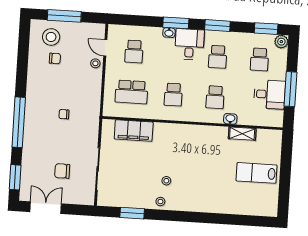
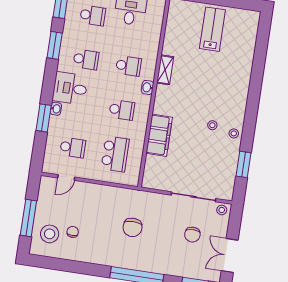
window: (176, 23) -> (44, 118), moved
window: (217, 25) -> (55, 45), moved
stool: (95, 63) -> (222, 210), moved
chair: (64, 114) -> (132, 227), width x1.87, depth x1.87
washbasin: (230, 119) -> (147, 87), moved
filing cabinet: (134, 131) -> (159, 135), moved
shelving: (242, 134) -> (165, 70), moved
lab bench: (256, 173) -> (212, 29), turned 180

